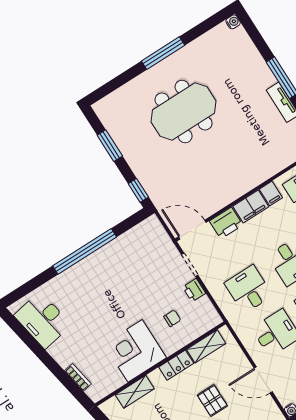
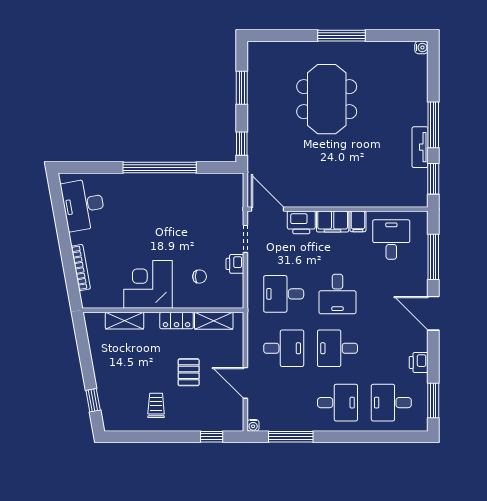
meeting table: (184, 111) -> (327, 99), turned 90
desk: (248, 289) -> (284, 294), turned -90
bookcase: (78, 377) -> (81, 268), width x1.56

